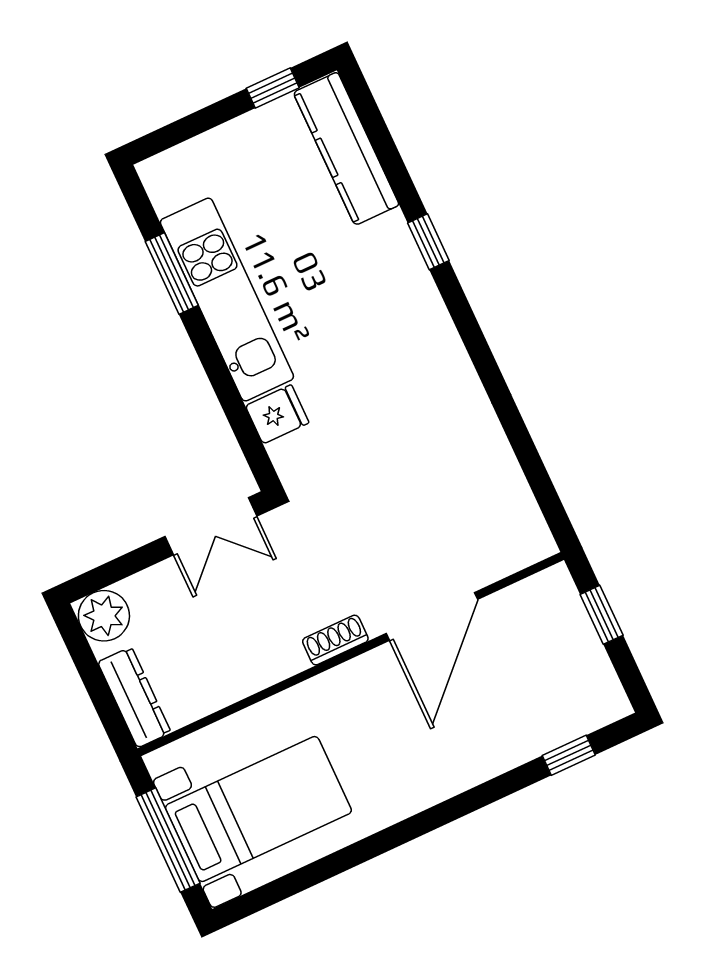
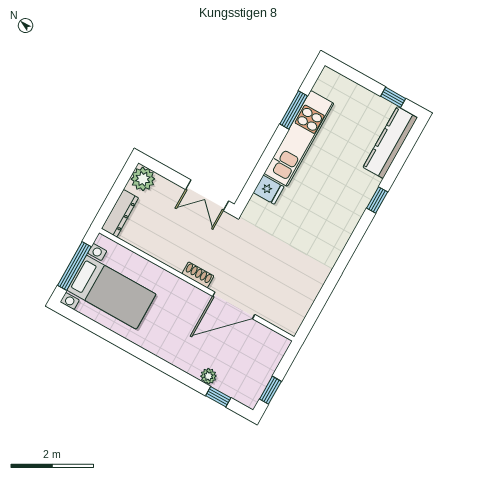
window: (602, 615) -> (270, 390), moved
plant: (521, 747) -> (208, 376), added

